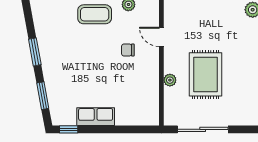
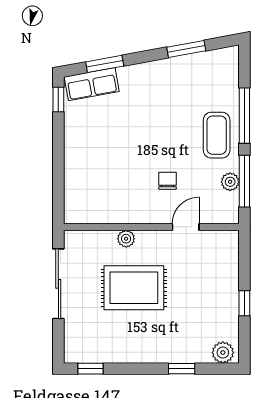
window: (35, 52) -> (186, 49), moved
row of seats: (96, 117) -> (92, 84), moved, turned 80

